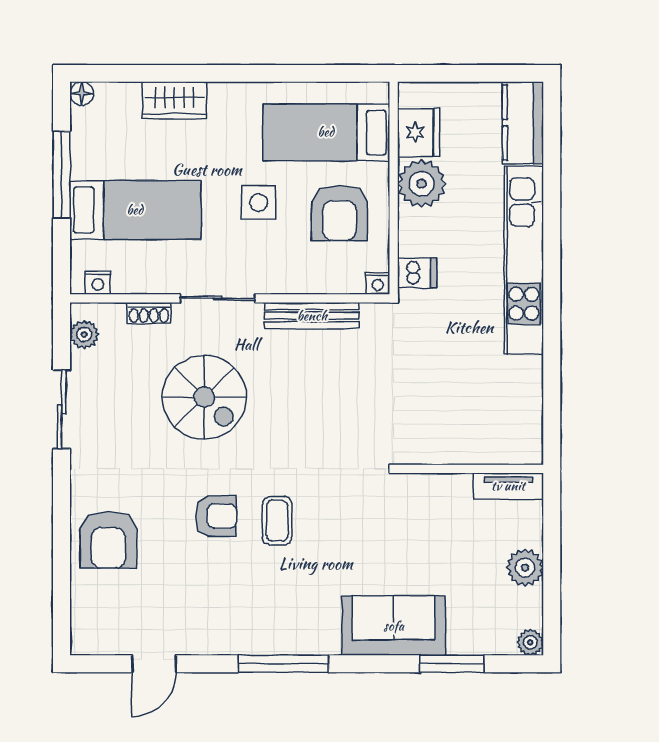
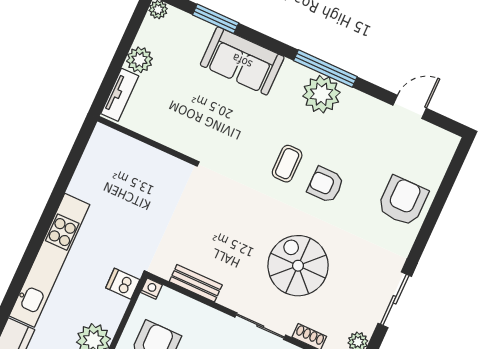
bench: (312, 316) -> (196, 283), width x0.73
tv unit: (508, 486) -> (120, 95), moved, turned 90
plant: (274, 629) -> (321, 94), added

